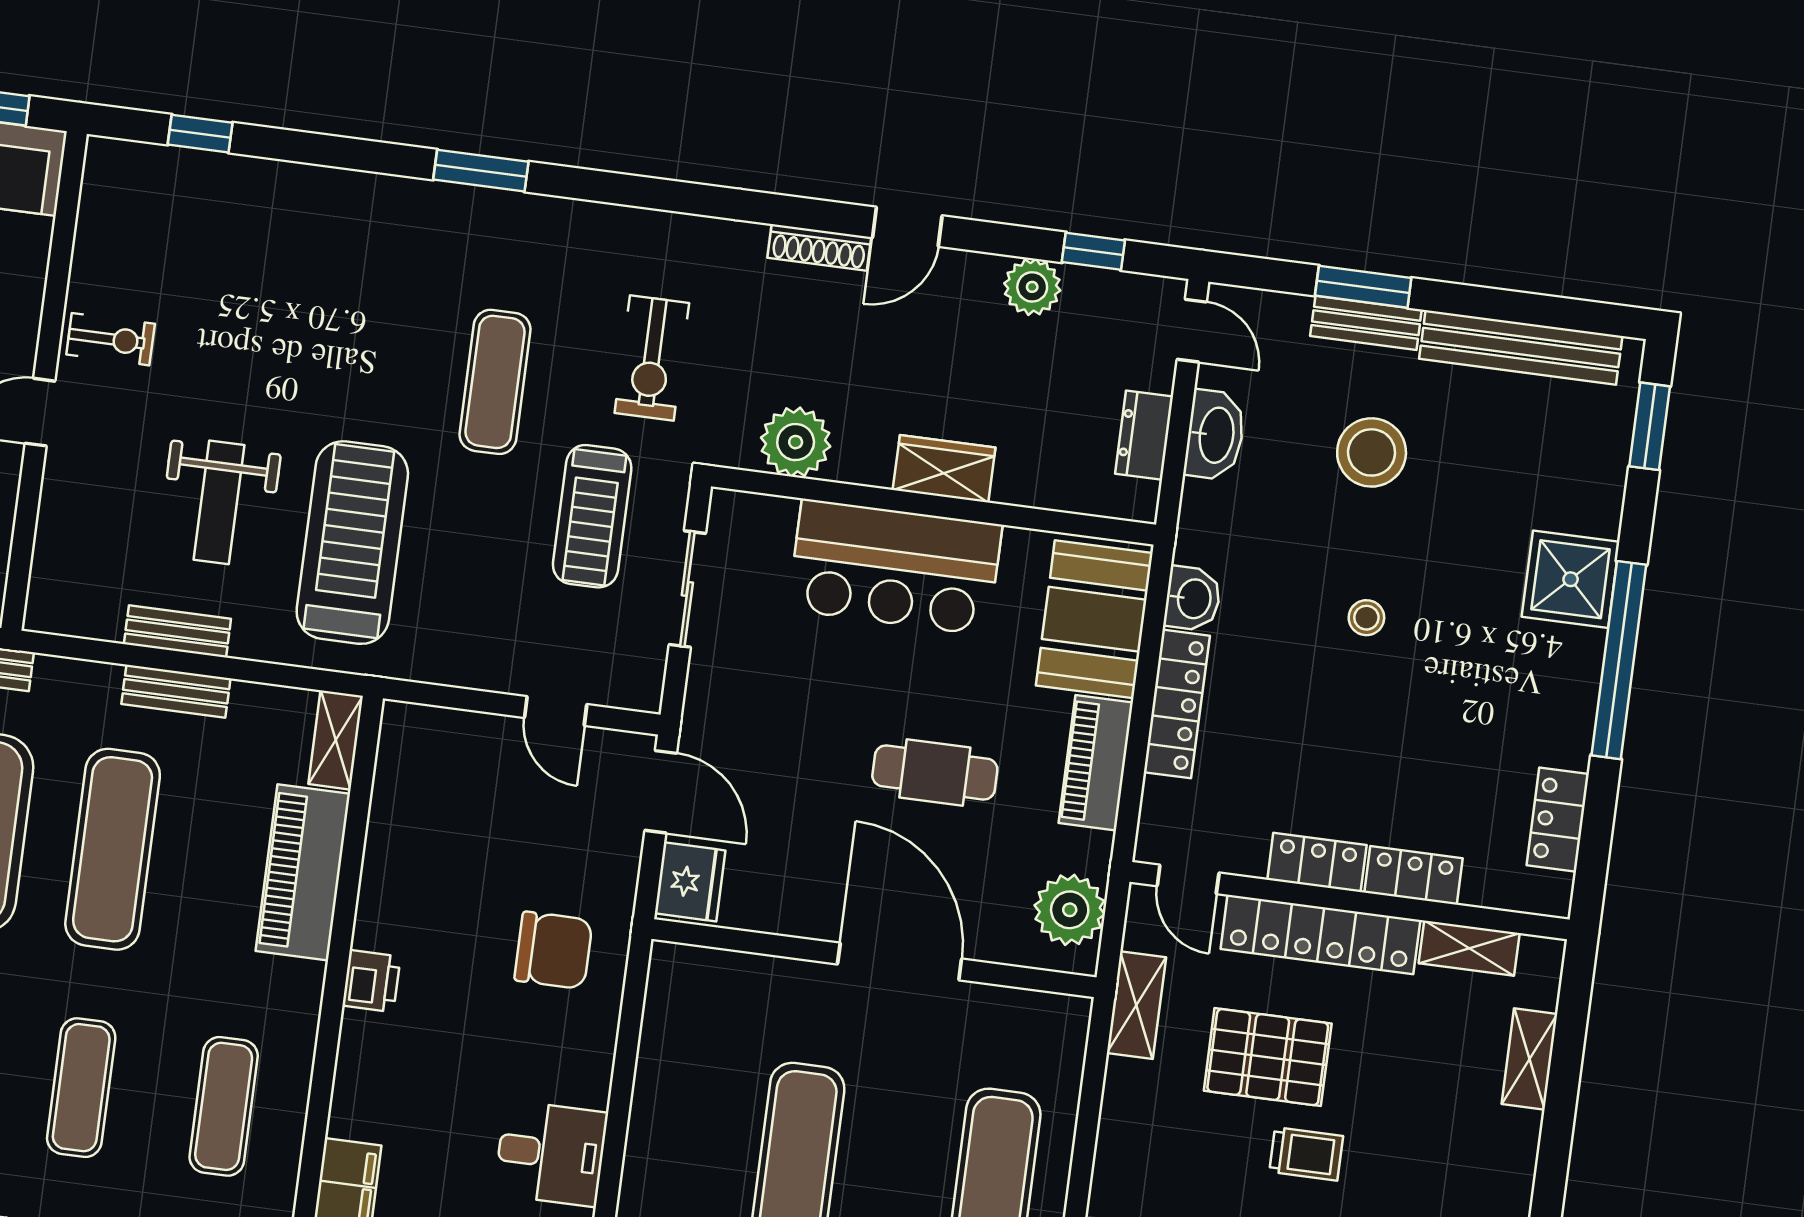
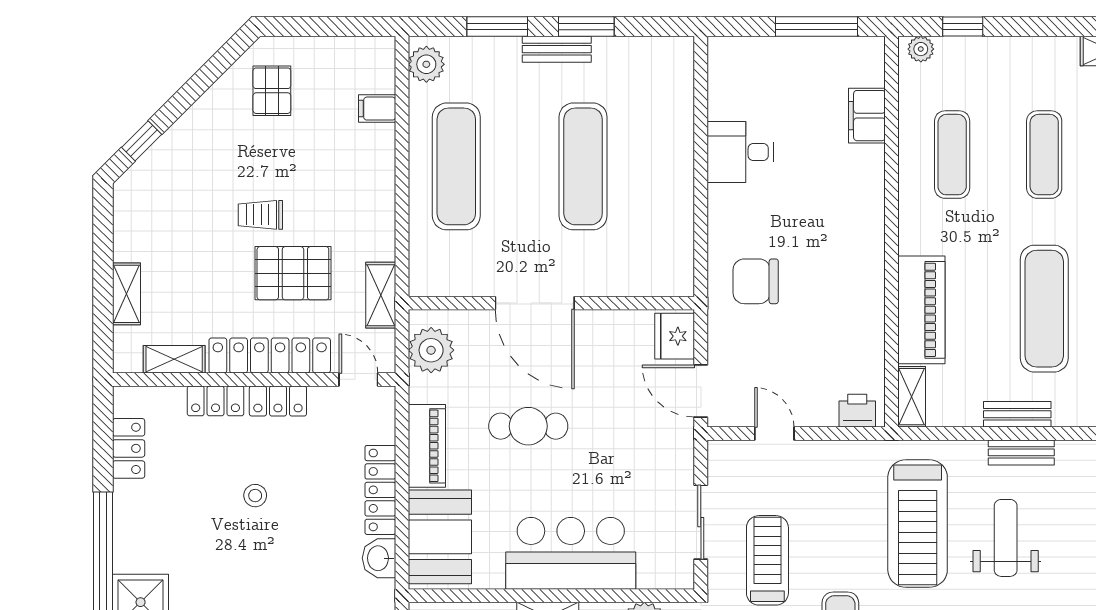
stool: (1366, 618) -> (255, 496), moved
printer: (371, 981) -> (857, 411), moved, turned 90

